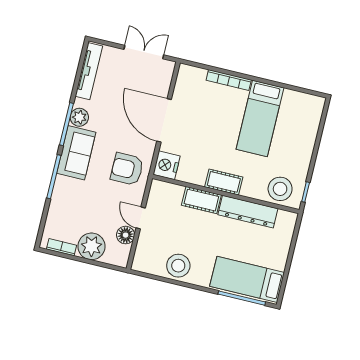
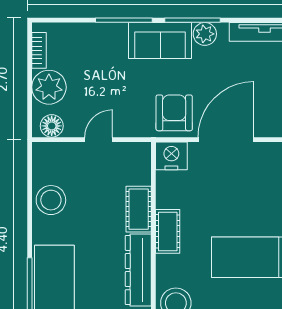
armchair: (127, 169) -> (174, 113), moved
floor lamp: (126, 235) -> (52, 126), moved

